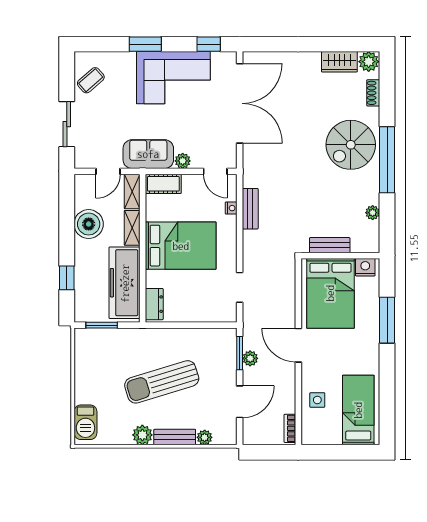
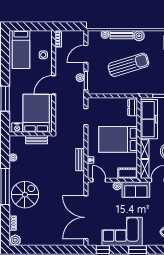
wardrobe: (339, 62) -> (31, 240), removed
door: (298, 345) -> (54, 85), swing flipped

